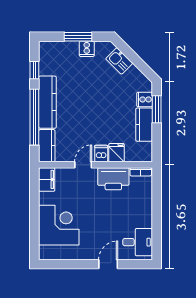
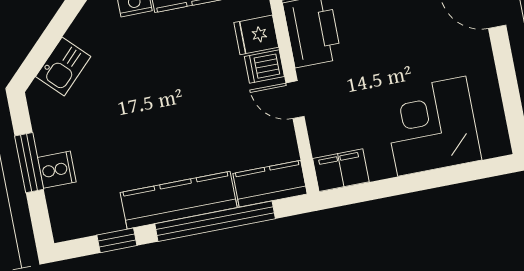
cooker: (87, 49) -> (57, 170), moved

